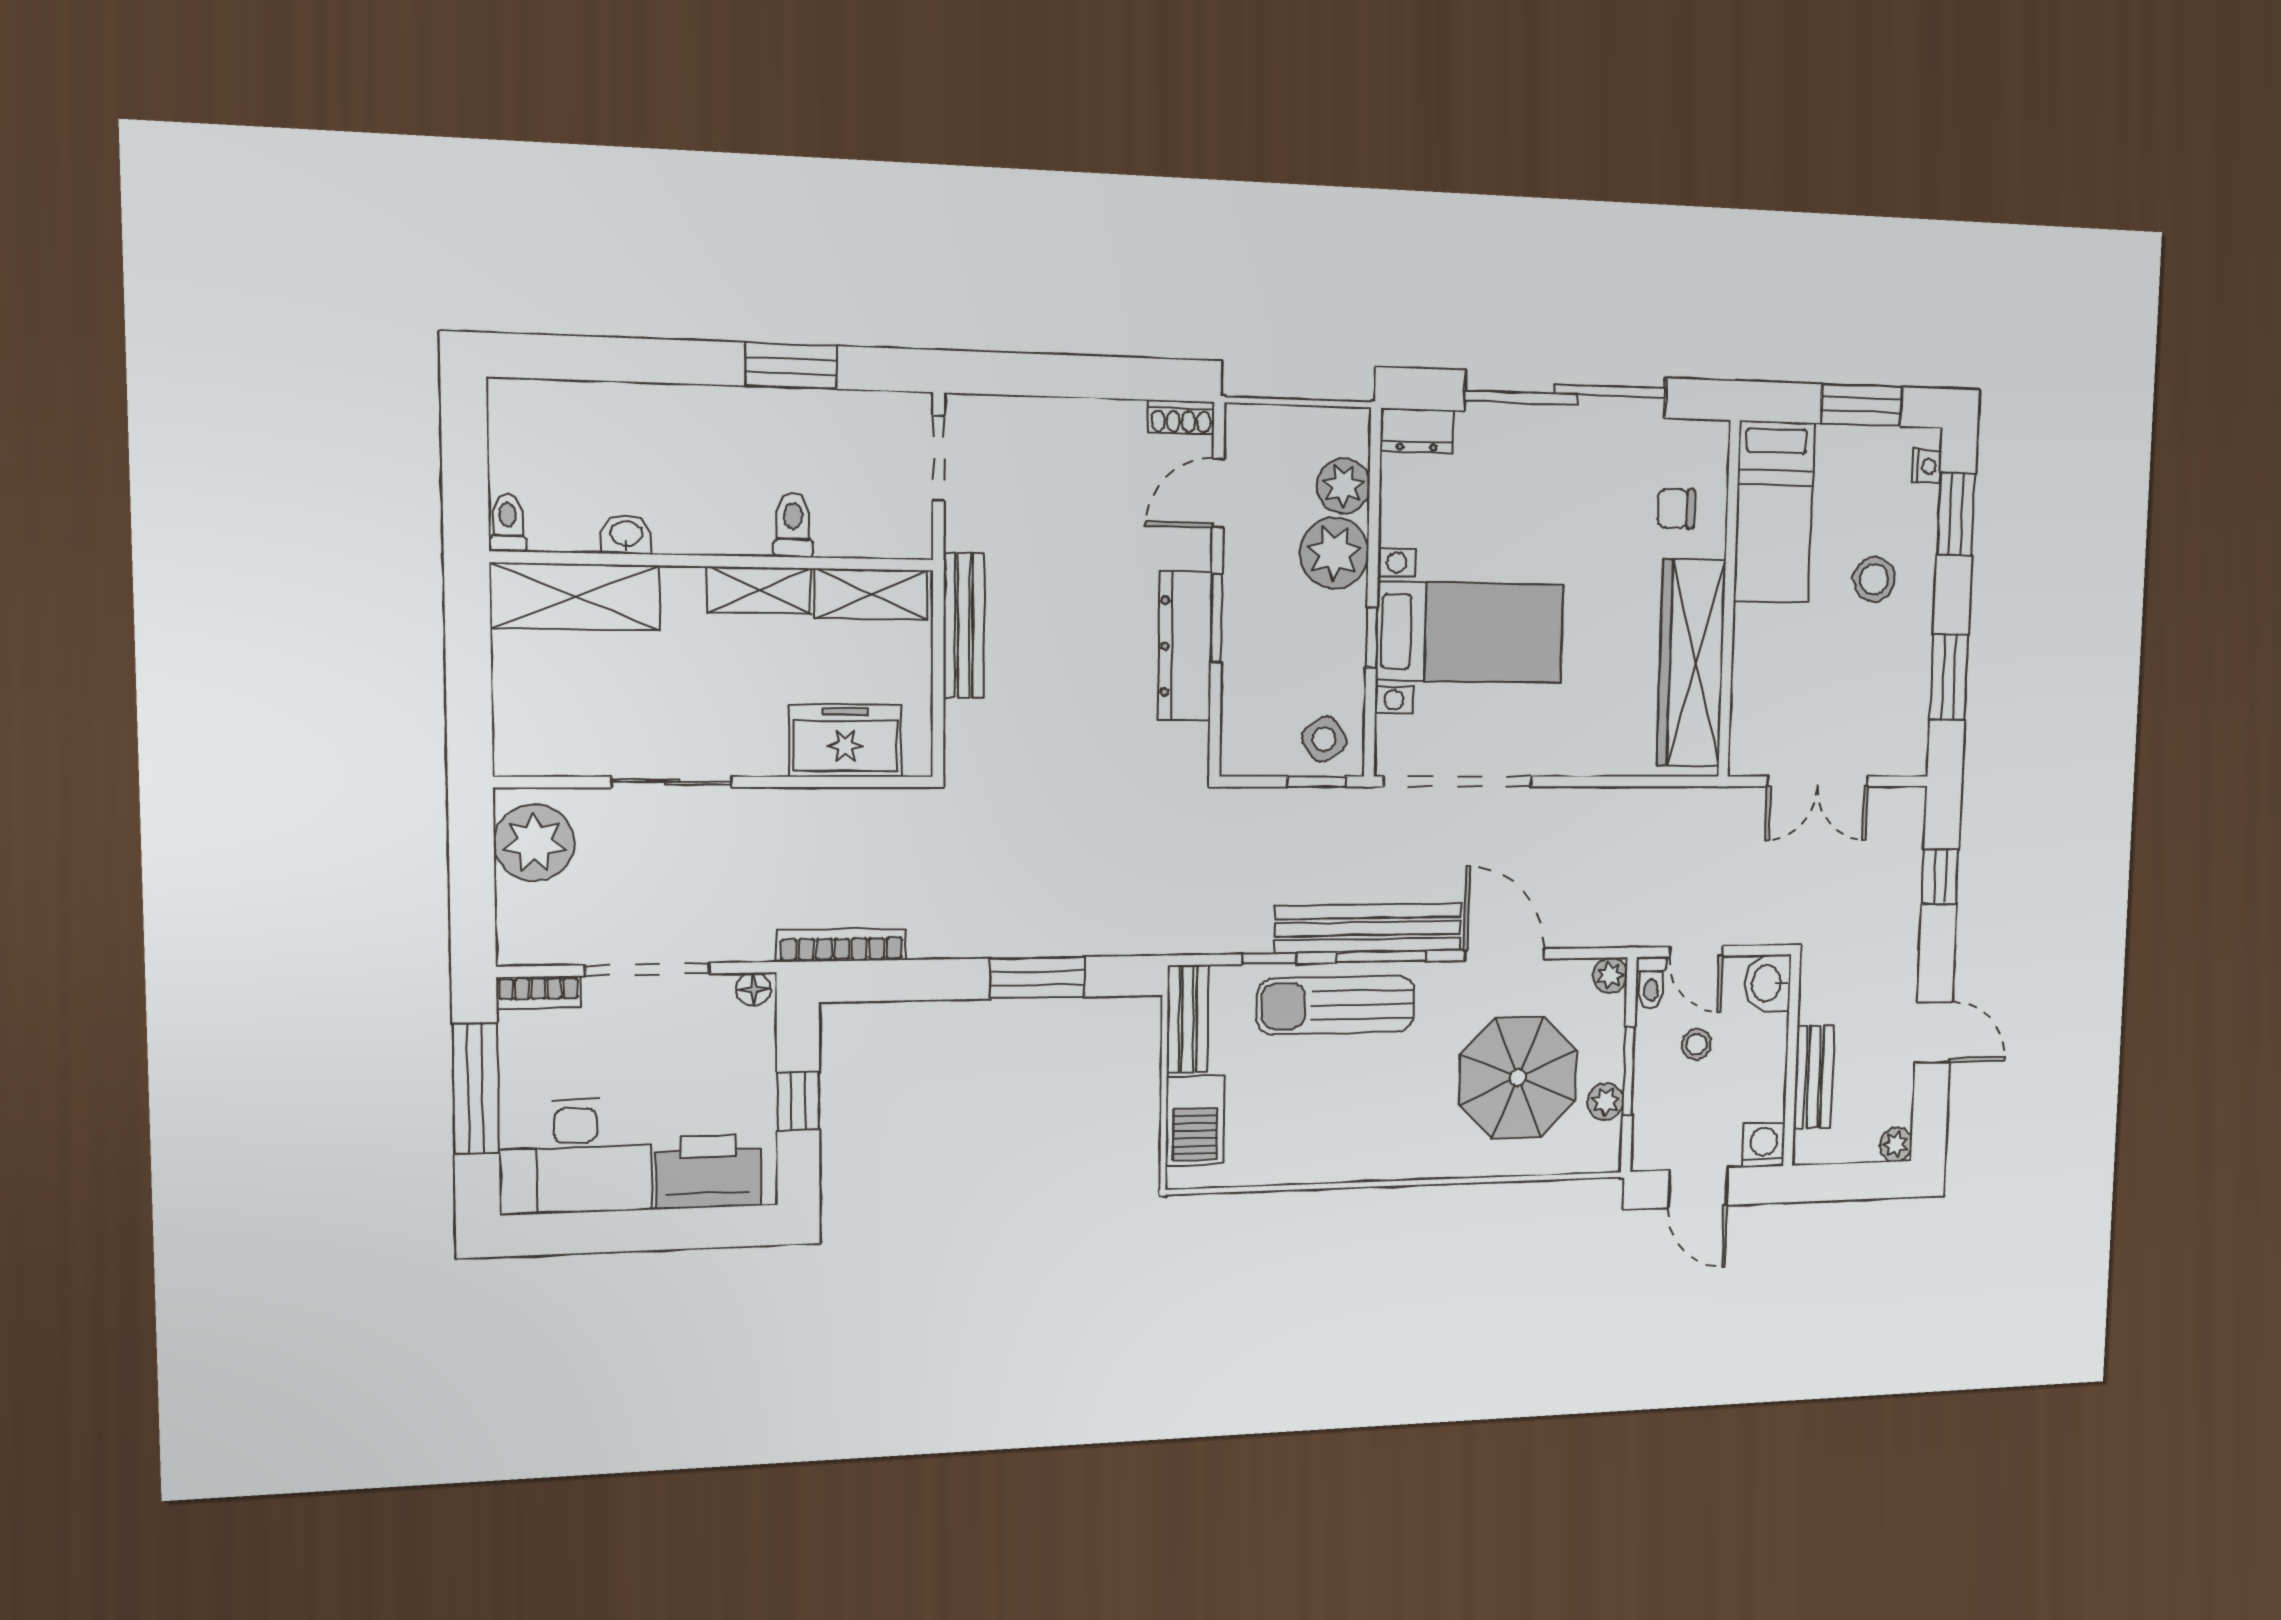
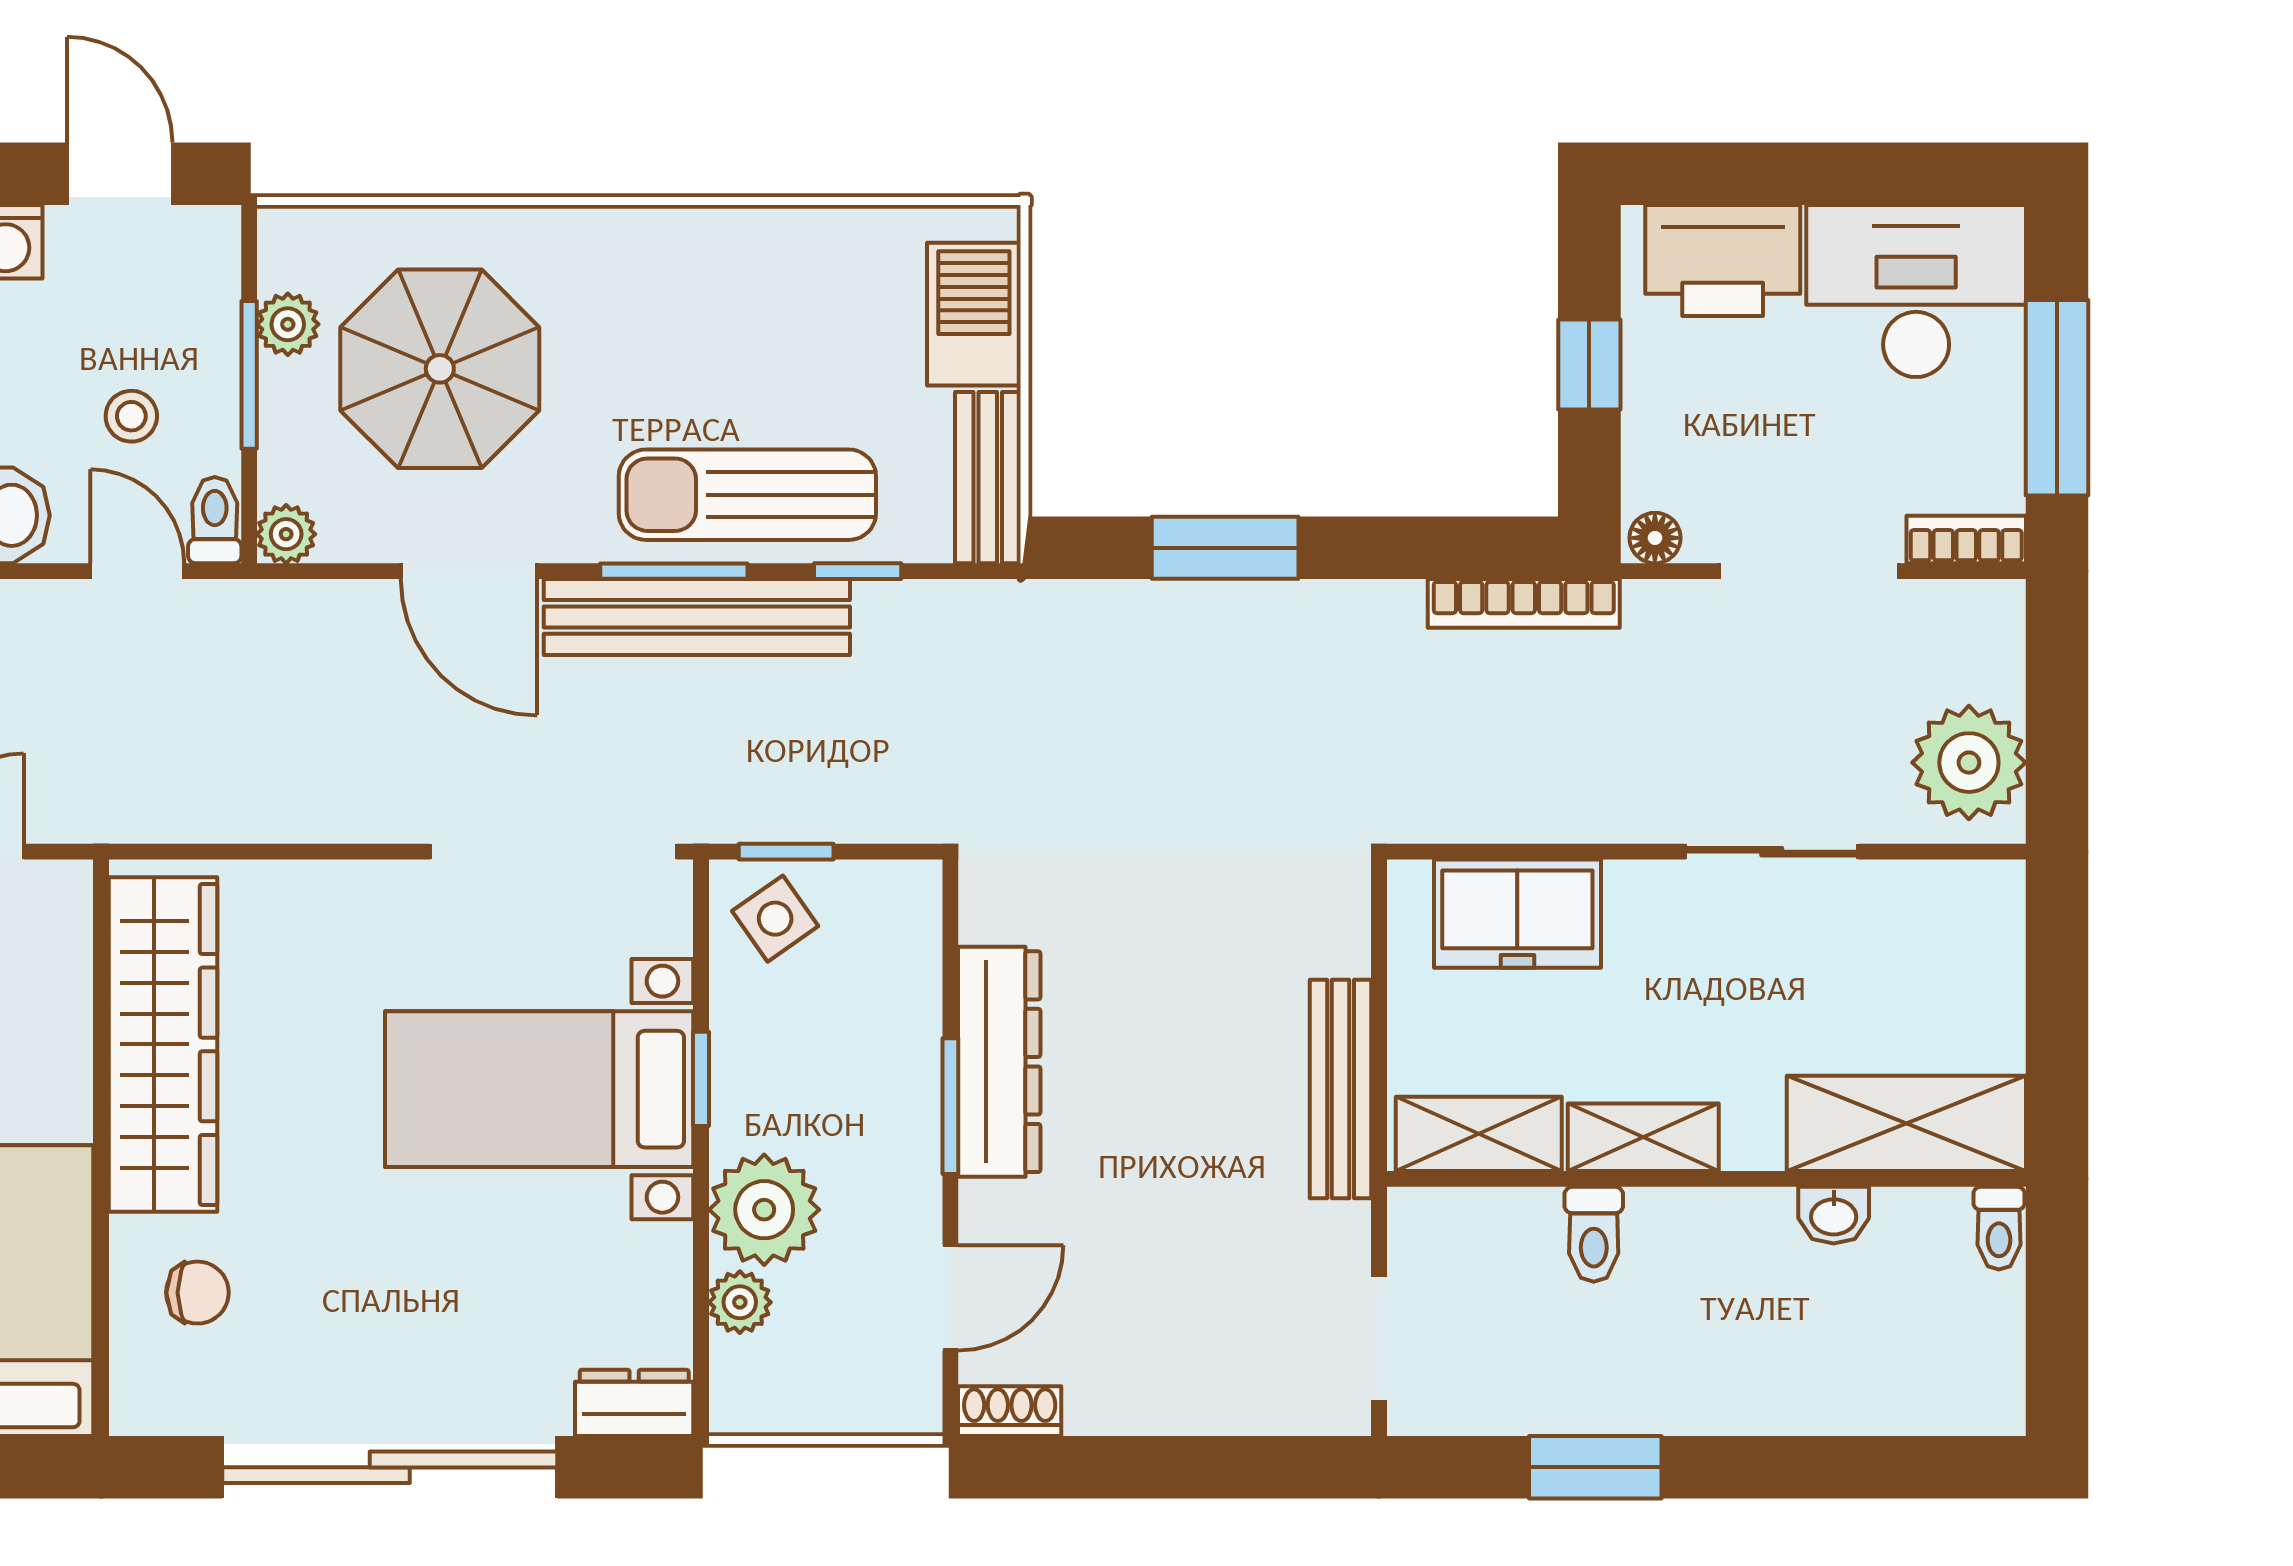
plant: (1343, 486) -> (740, 1302), width x0.73, depth x0.73
sun lounger: (1336, 1005) -> (747, 495), turned 180

